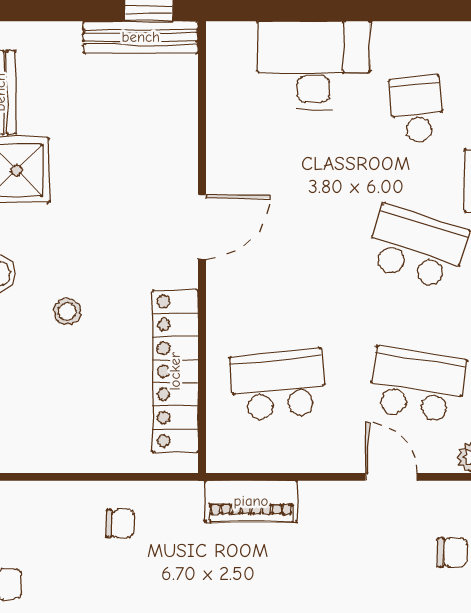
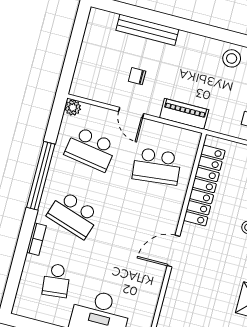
door: (391, 477) -> (131, 113), moved
chair: (452, 552) -> (137, 76), moved

